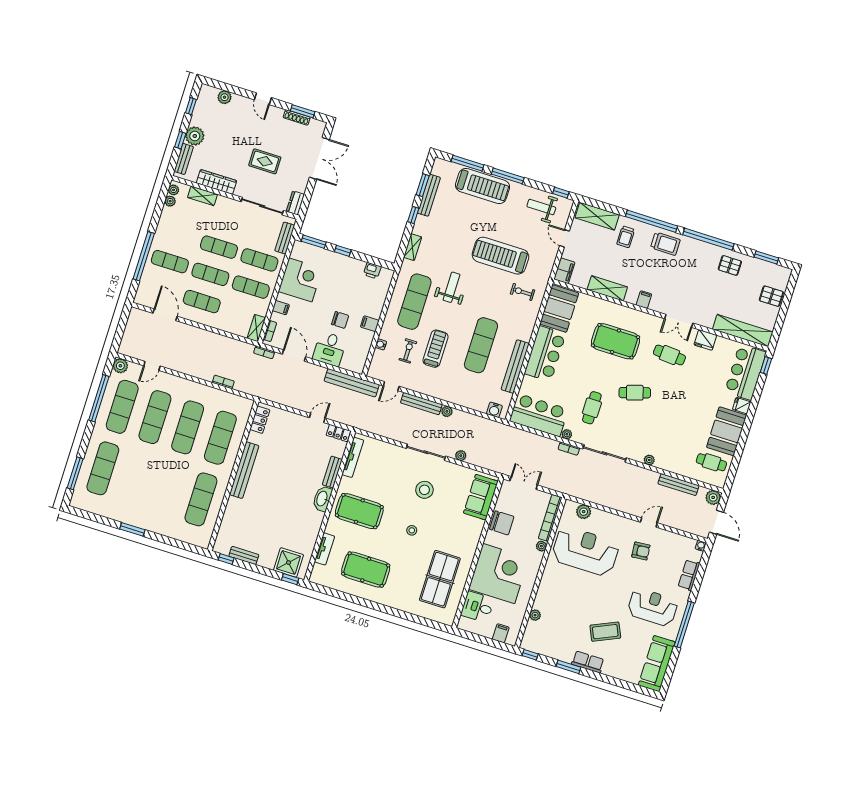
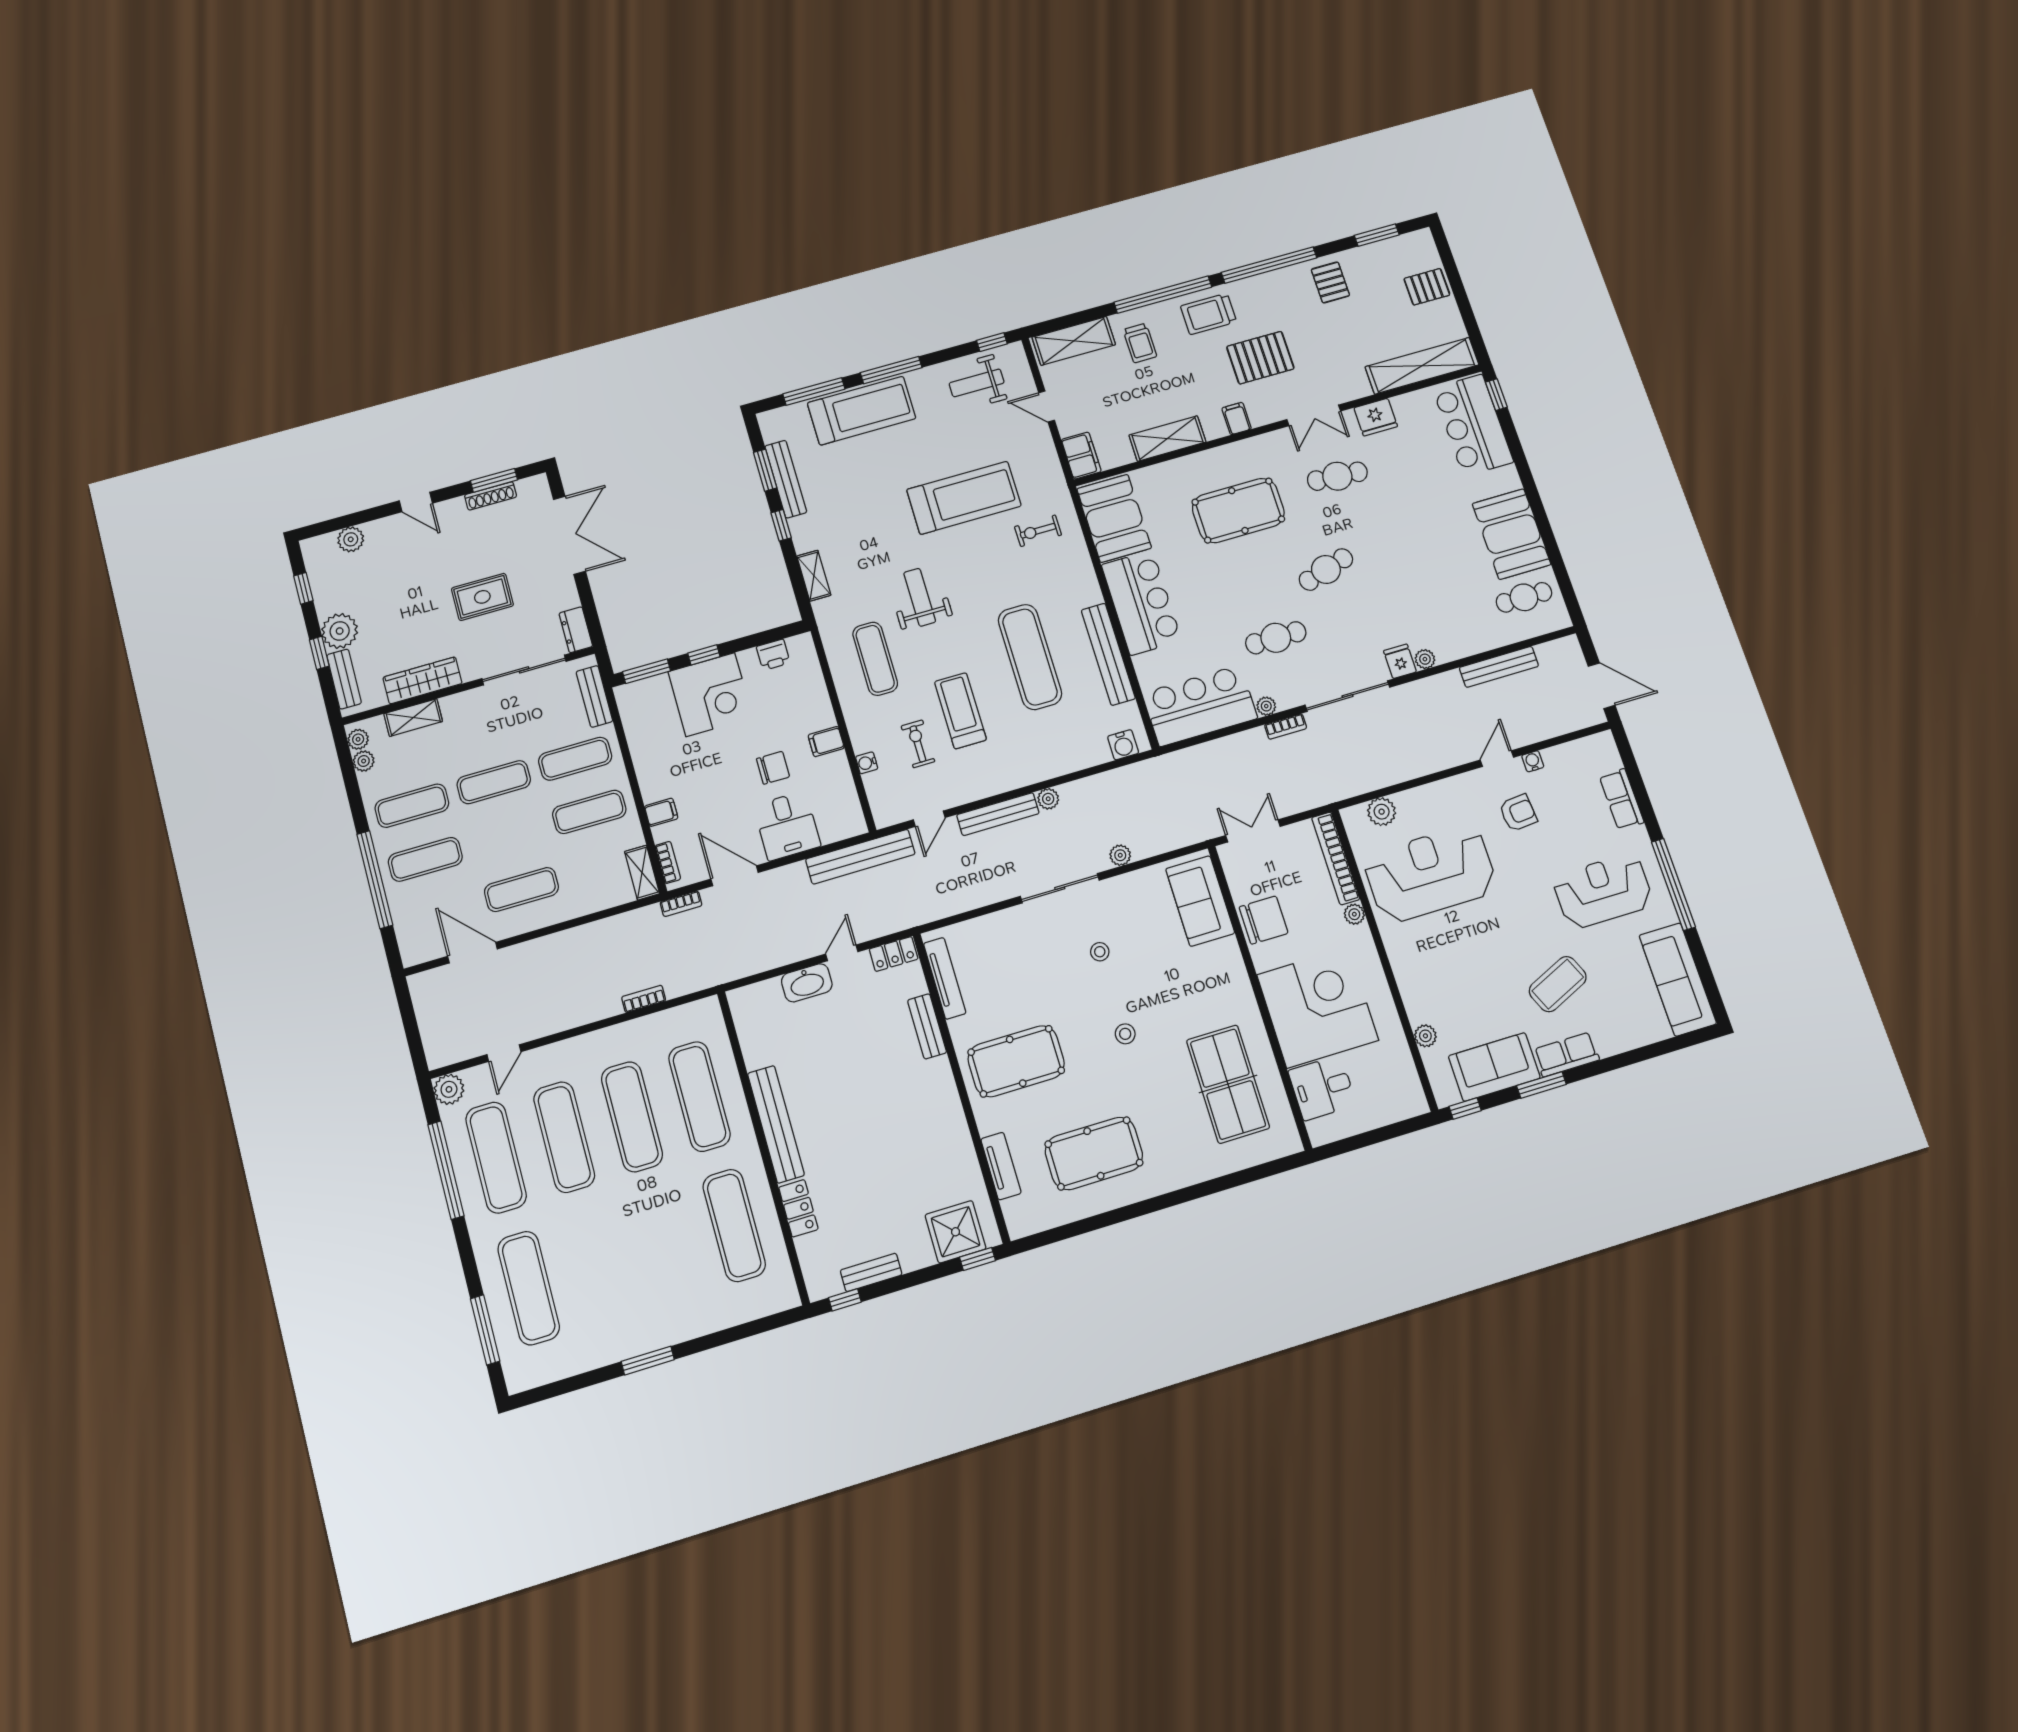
trolley: (665, 244) -> (1208, 314), turned 180
treadmill: (500, 256) -> (964, 498), turned 180
pallet: (730, 265) -> (1330, 282), turned 90
exercise mat: (210, 274) -> (412, 806), moved
pallet: (674, 279) -> (1260, 358), added
corner desk: (300, 280) -> (710, 695), moved, turned 90
exercise mat: (414, 302) -> (875, 659), width x0.73, depth x0.69
fridge: (742, 406) -> (1400, 661), moved, turned 90
cafe table: (592, 408) -> (1276, 638), turned 90
locker: (260, 420) -> (798, 1208), moved
stool: (424, 490) -> (1100, 952), width x0.53, depth x0.53
plant: (713, 497) -> (1567, 650), removed
washbasin: (322, 499) -> (807, 983), moved, turned -90
water cooler: (701, 546) -> (1533, 761), moved
filing cabinet: (501, 633) -> (1392, 1106), removed
sofa: (554, 647) -> (1494, 1067), added

